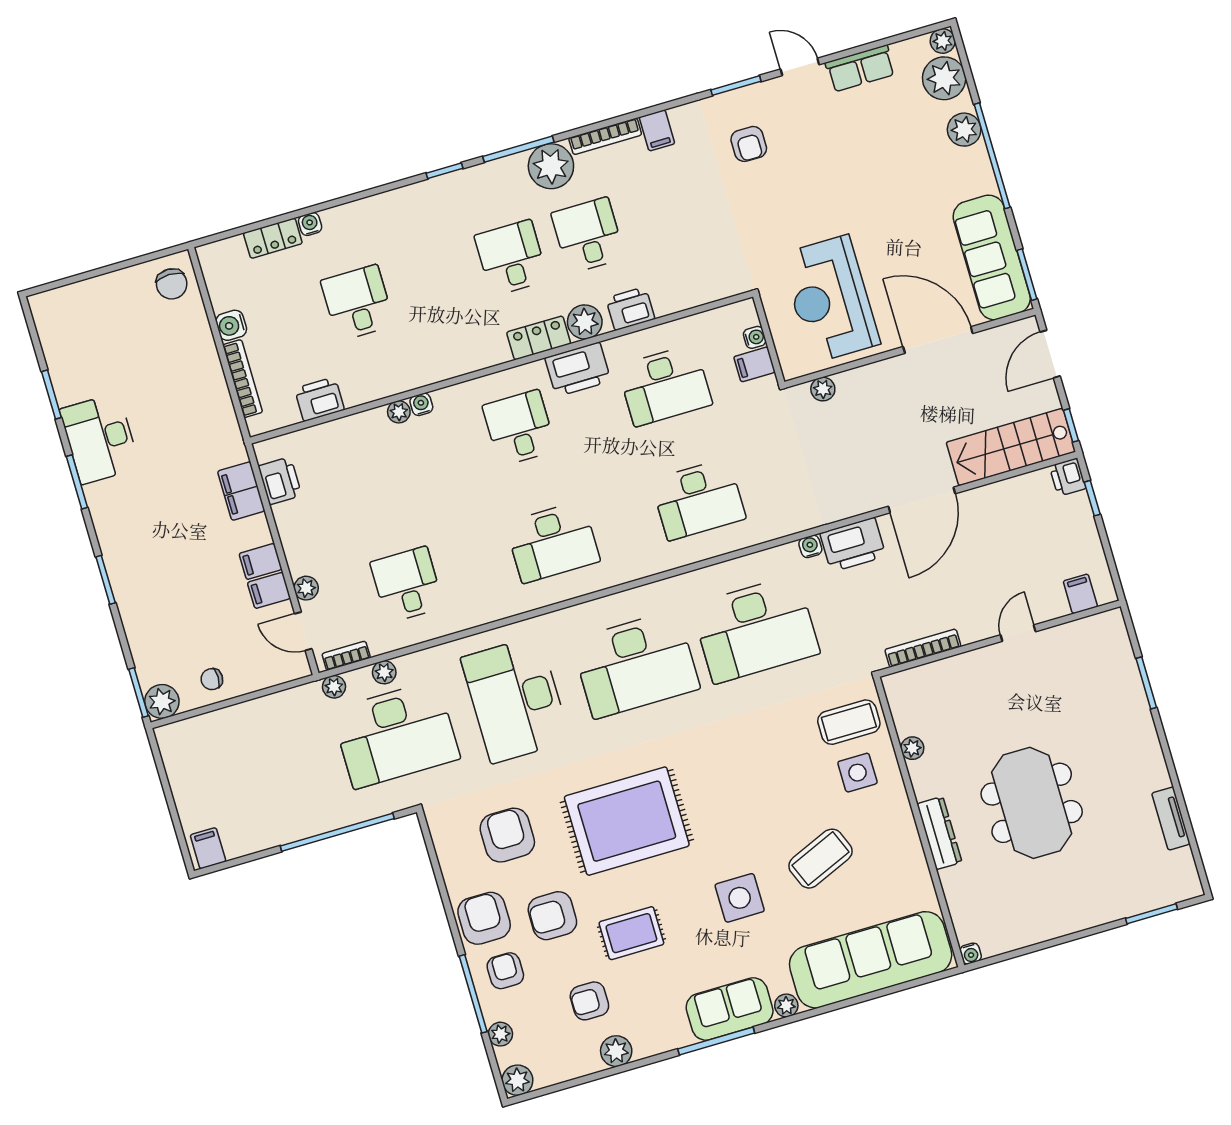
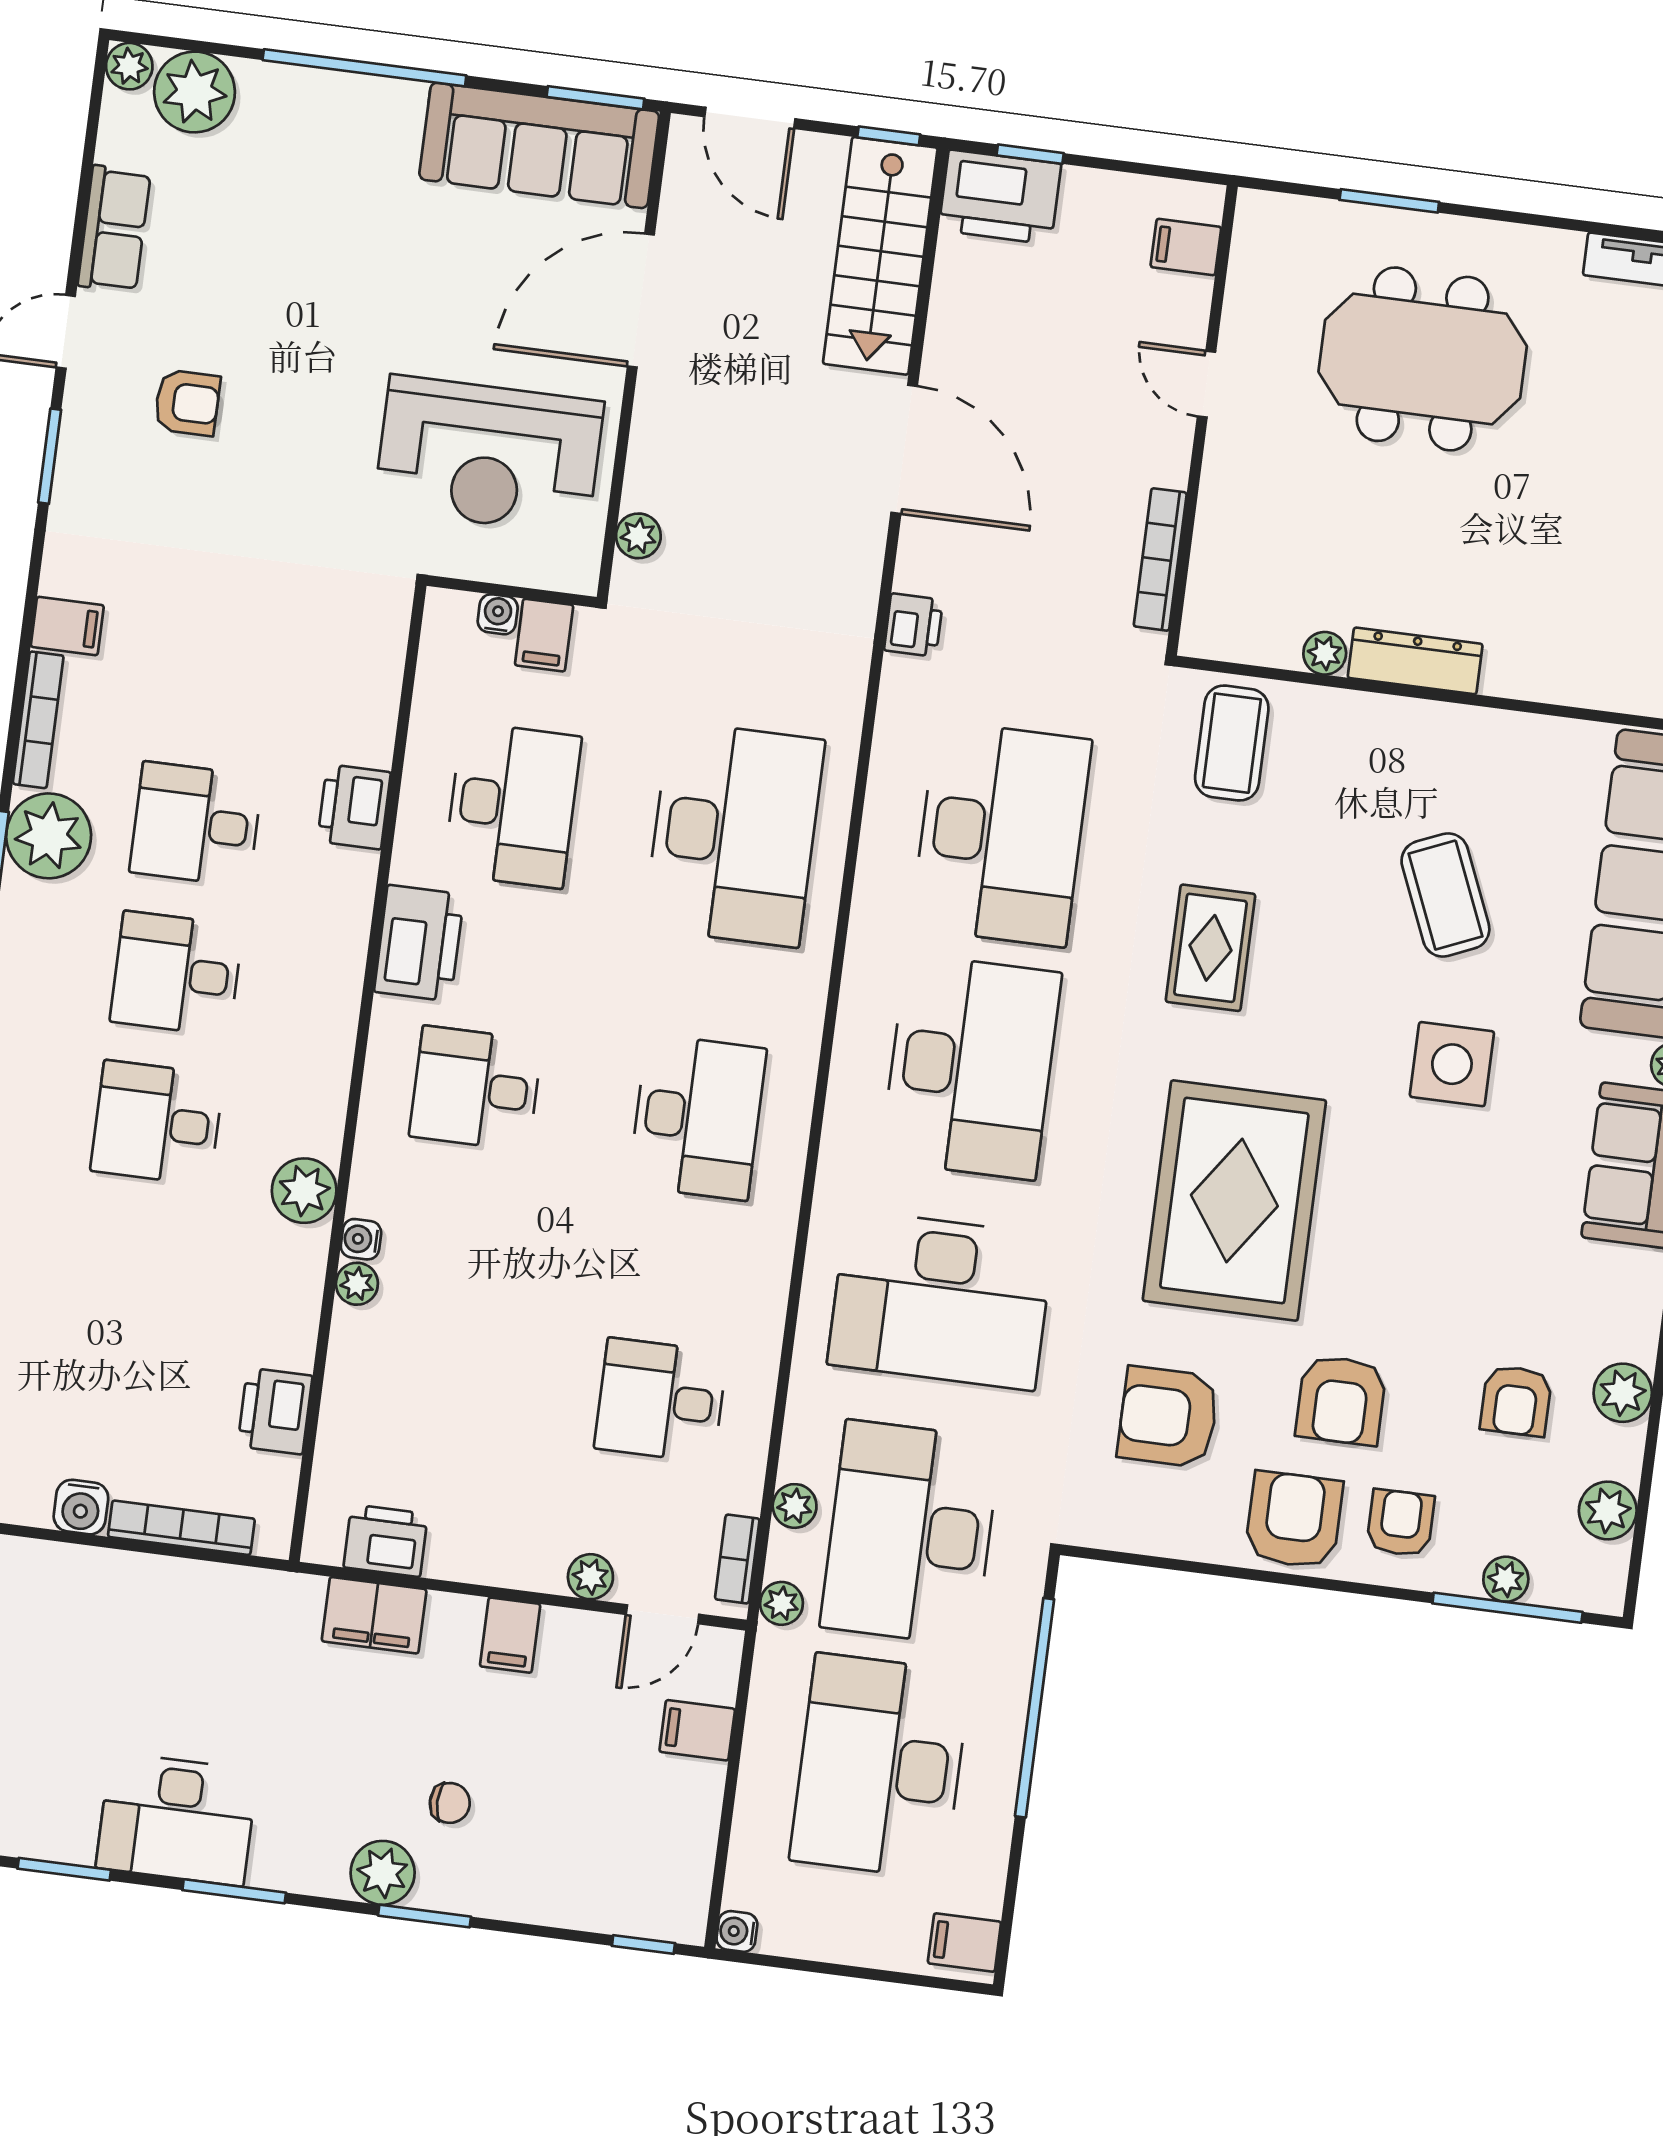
plant: (964, 130) -> (298, 96), removed
armchair: (749, 144) -> (187, 403), moved
desk: (358, 303) -> (157, 1123), moved
plant: (585, 322) -> (304, 1191), moved
locker: (539, 338) -> (335, 987), removed
printer: (1068, 477) -> (1000, 197), width x1.87, depth x1.48
desk: (698, 499) -> (734, 834), width x1.36, depth x1.30
printer: (853, 545) -> (913, 625), width x0.53, depth x0.68
water cooler: (810, 546) -> (737, 1931), moved
filing cabinet: (269, 590) -> (697, 1730), moved, turned 90
chair: (212, 679) -> (450, 1803), moved, turned -90
window: (139, 692) -> (643, 1944), width x0.67
plant: (162, 701) -> (383, 1873), moved
desk: (396, 734) -> (910, 1533), turned 180
desk: (276, 770) -> (880, 1766), added
side table: (857, 773) -> (1325, 766), removed
meeting table: (1032, 803) -> (1423, 359), moved
dresser: (939, 833) -> (1415, 661), moved
armchair: (484, 918) -> (1294, 1520), turned 90
rug: (631, 933) -> (1210, 948), moved
armchair: (505, 971) -> (1400, 1523), turned 90
window: (473, 994) -> (1508, 1608), moved
plant: (517, 1080) -> (1608, 1510), moved

